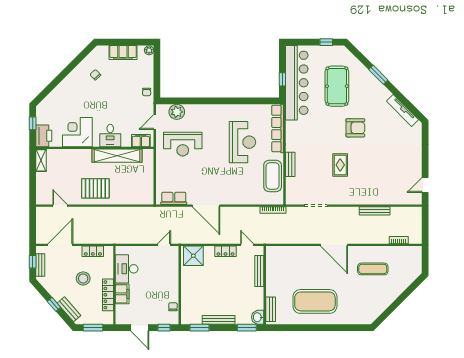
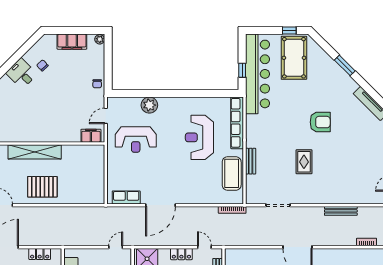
pool table: (337, 86) -> (294, 58), moved
plant: (177, 112) -> (149, 105), moved
corner desk: (77, 132) -> (23, 127), removed
desk: (110, 135) -> (22, 74), moved, turned 135
reception desk: (242, 142) -> (199, 137), turned 180
shelving: (117, 156) -> (35, 152), moved
door: (206, 206) -> (160, 205), hinge flipped

